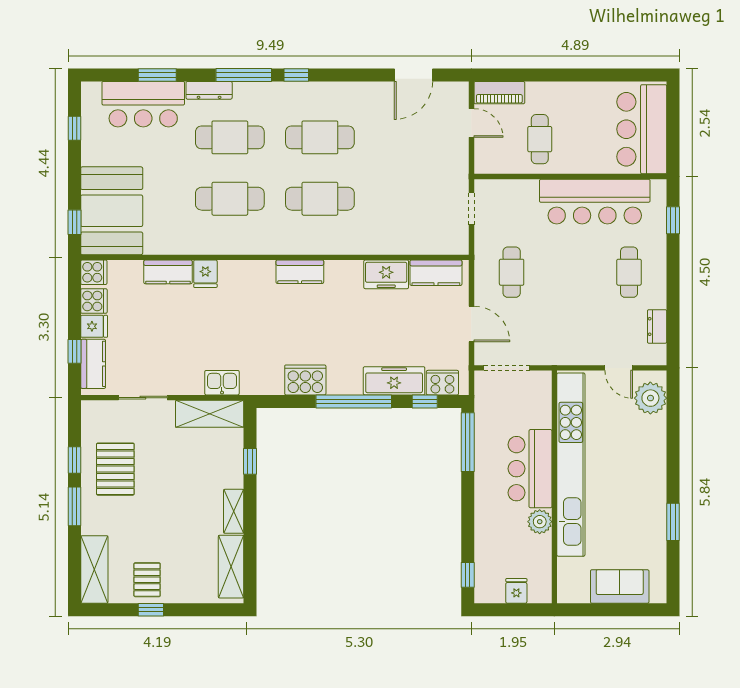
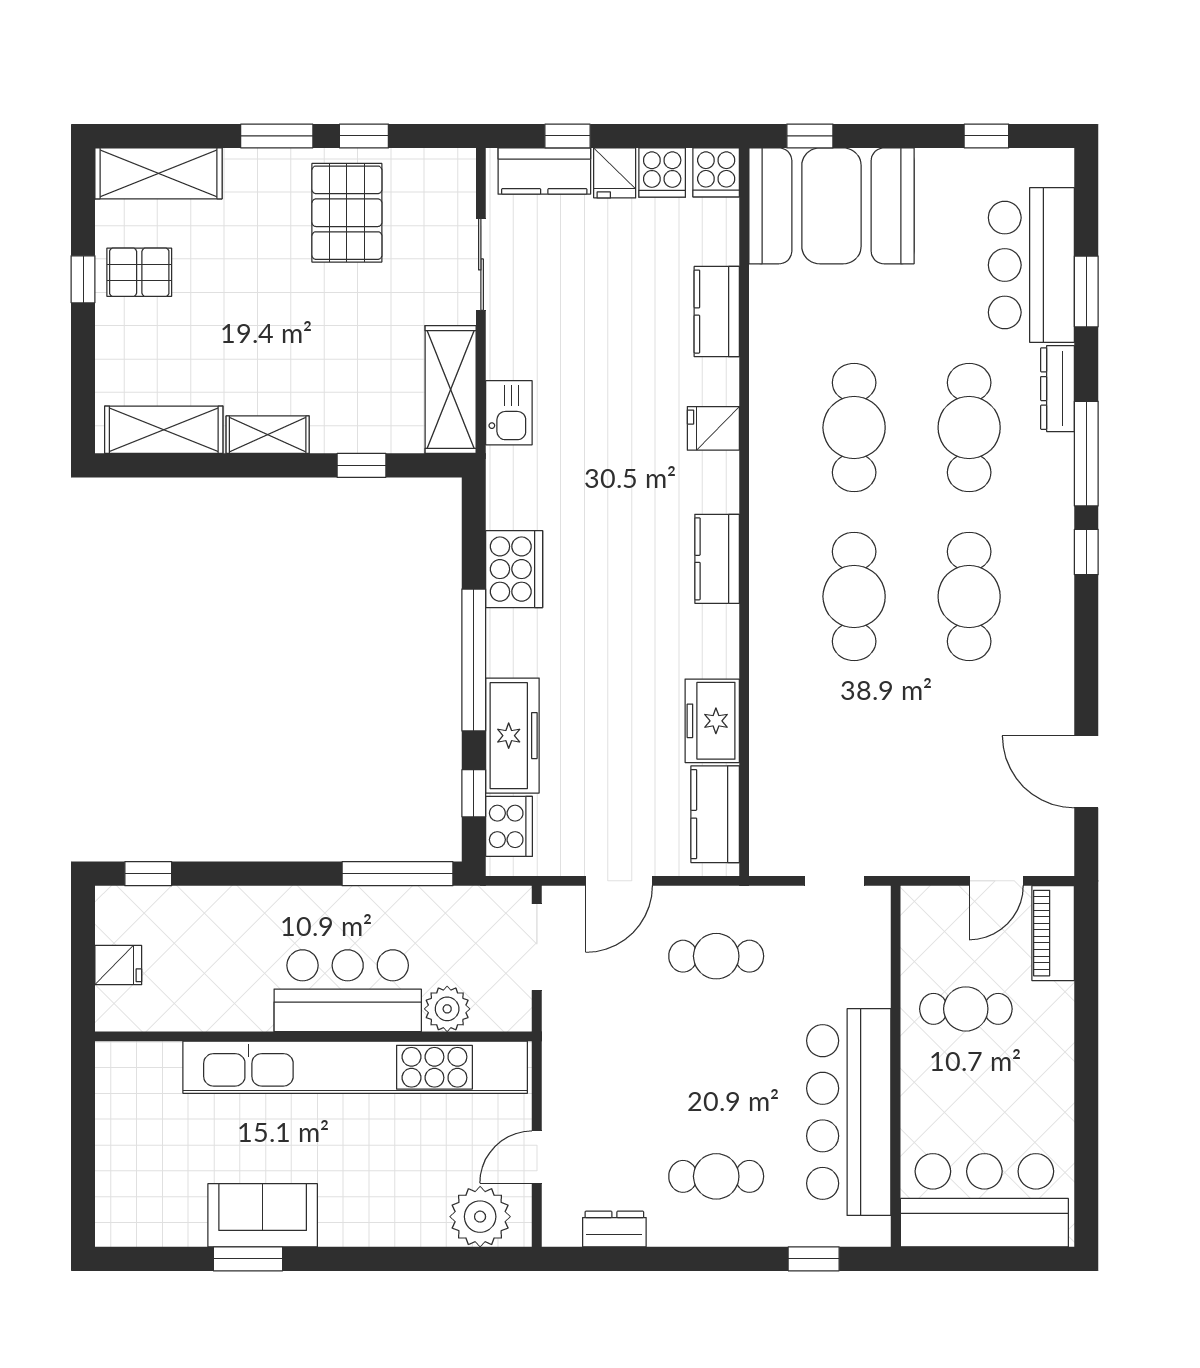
fridge: (205, 274) -> (713, 428), moved
pallet: (115, 469) -> (347, 213), turned 90
plant: (540, 522) -> (447, 1009), moved
sofa: (620, 586) -> (263, 1215), moved, turned -90

